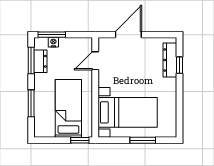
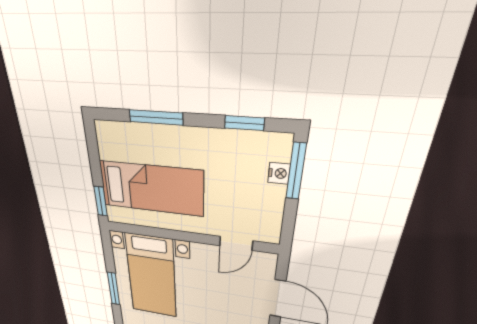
window: (31, 60) -> (244, 123), width x0.67
dresser: (40, 61) -> (241, 143), removed
door: (95, 61) -> (236, 243), swing flipped

